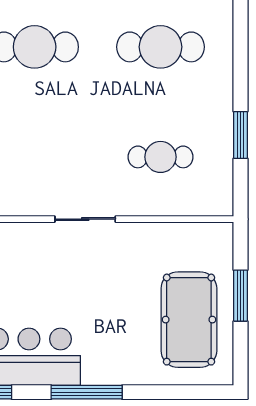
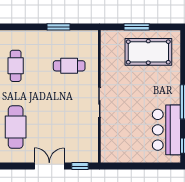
cafe table: (160, 47) -> (16, 66), width x0.73, depth x0.74
cafe table: (160, 157) -> (69, 66), turned 90

